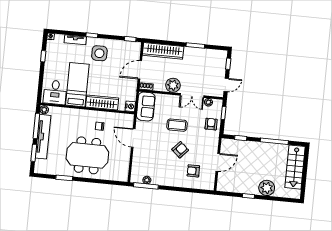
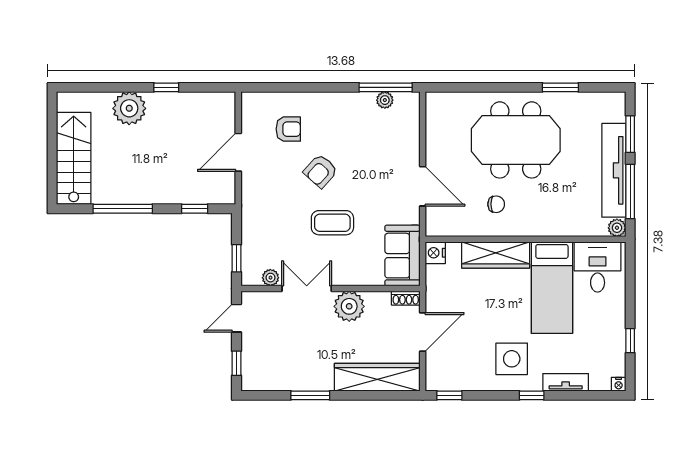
armchair: (211, 124) -> (260, 232), removed

